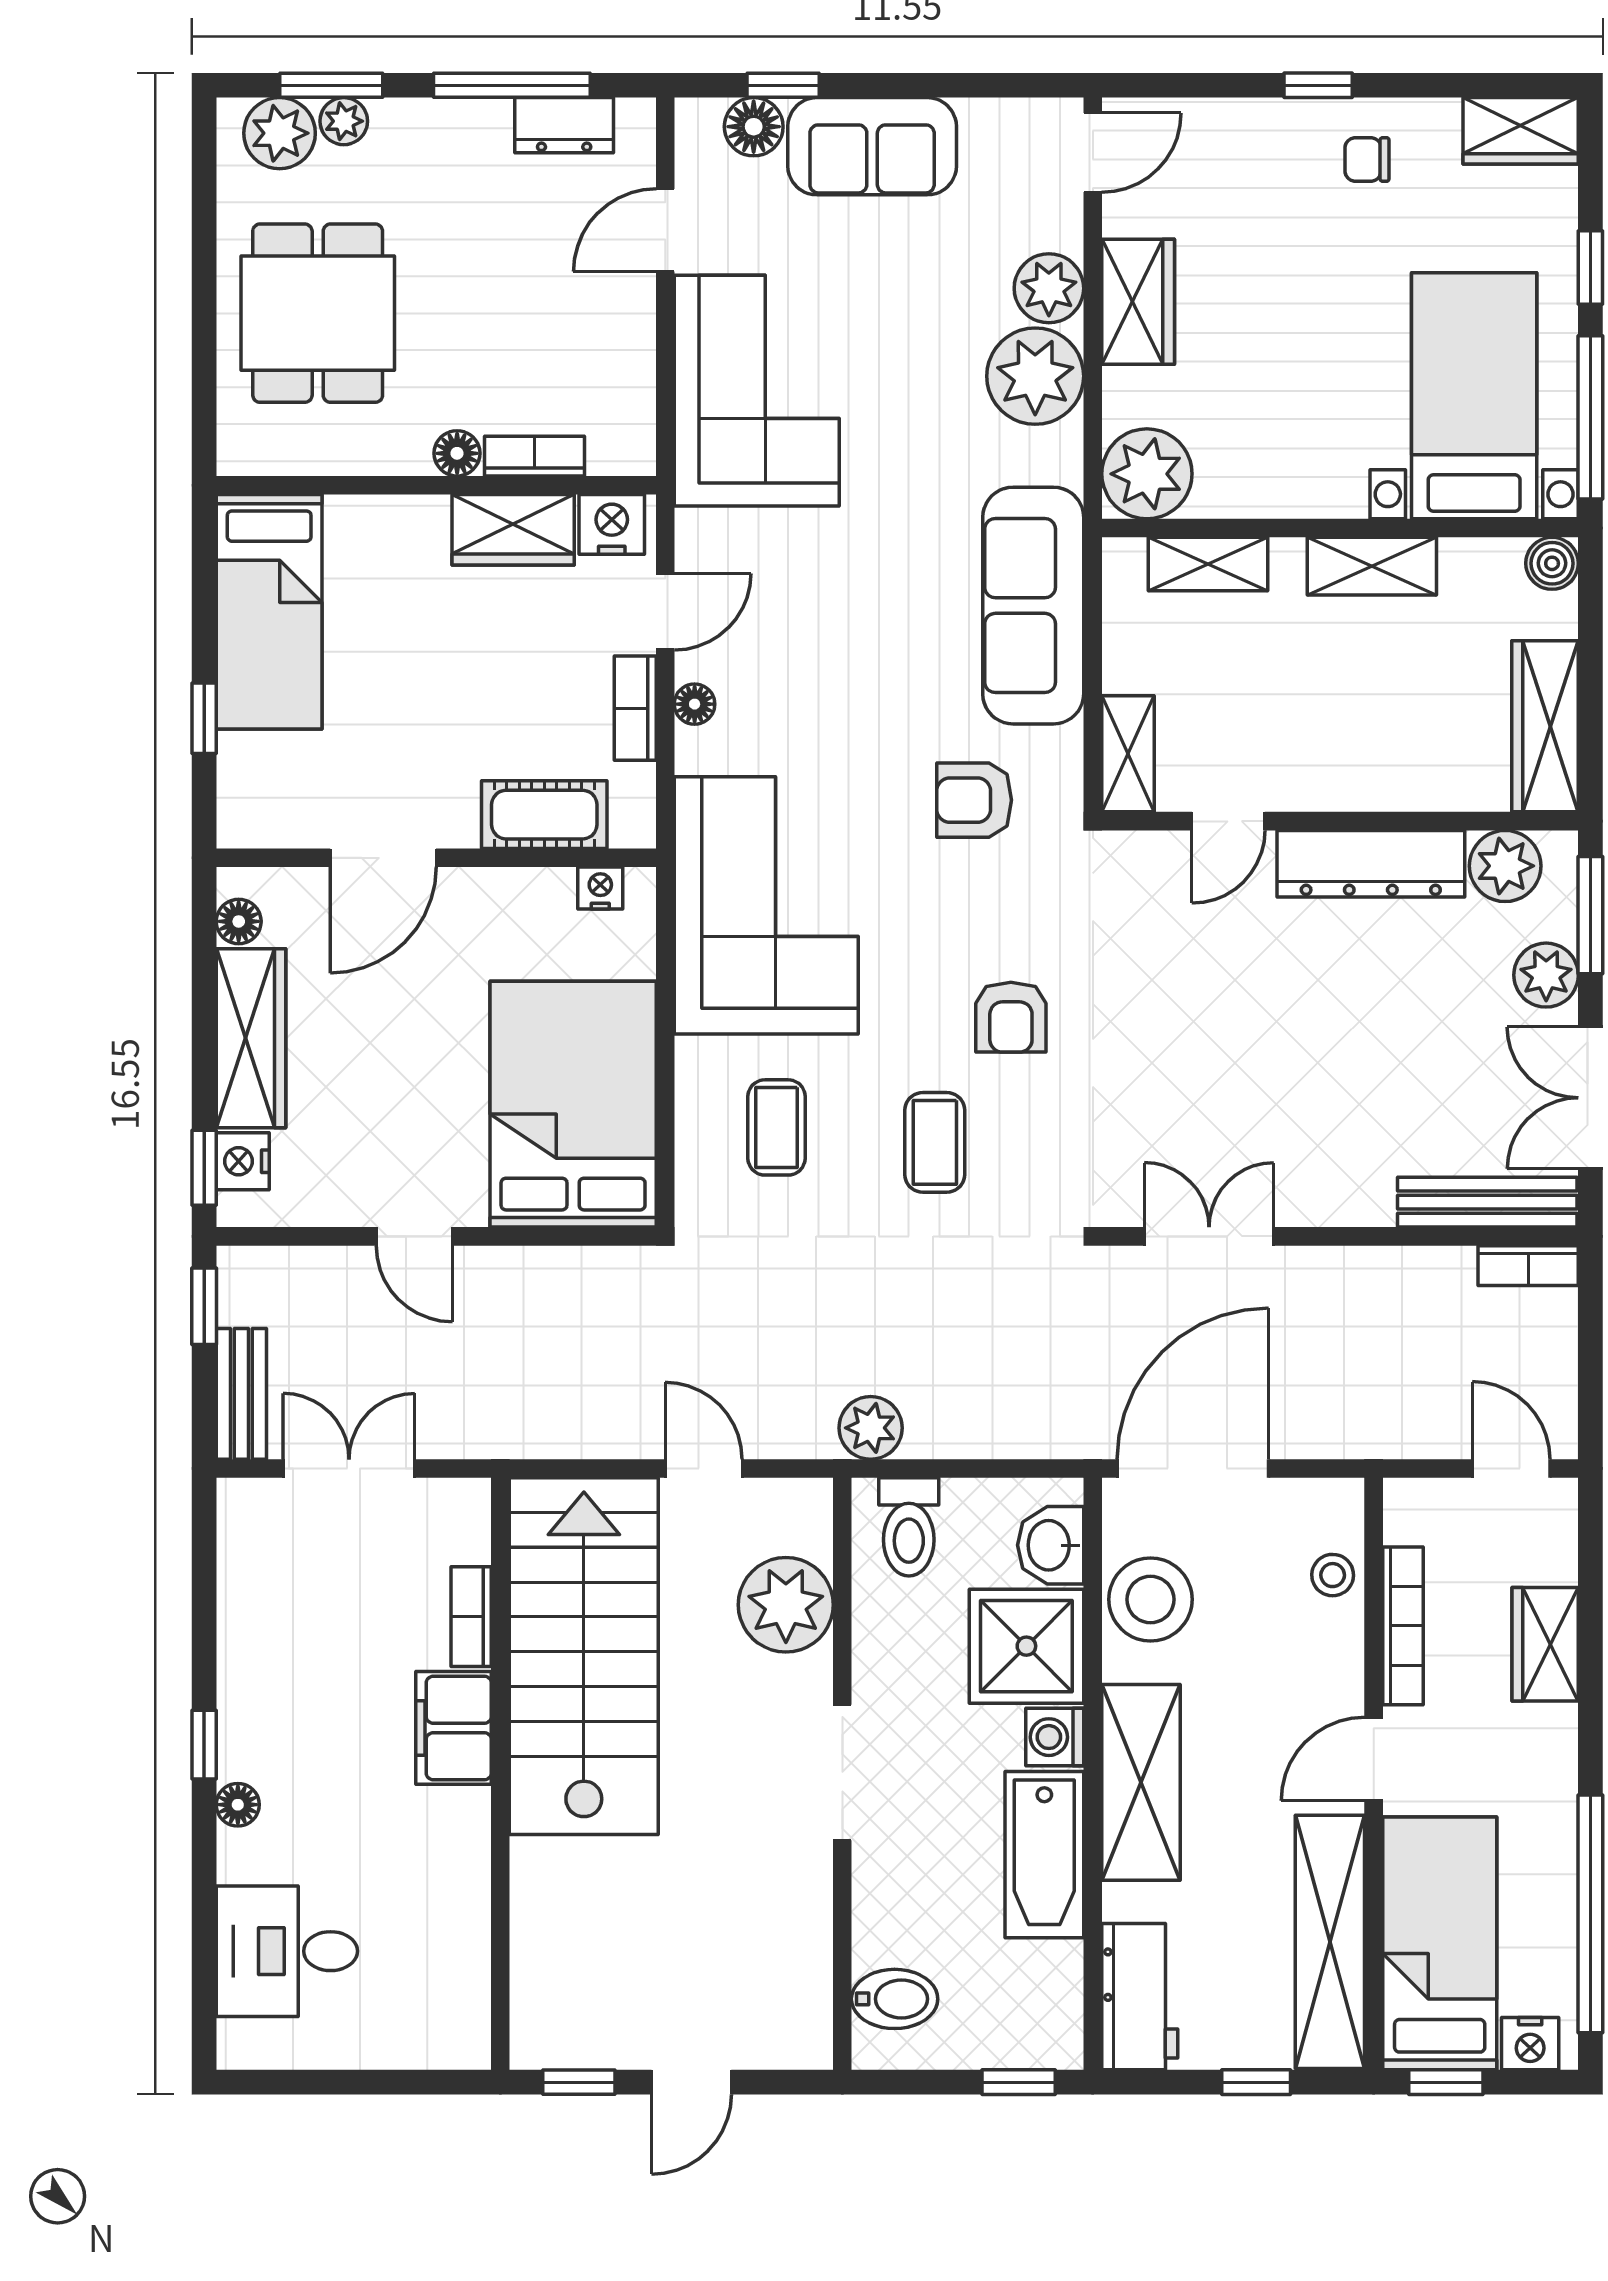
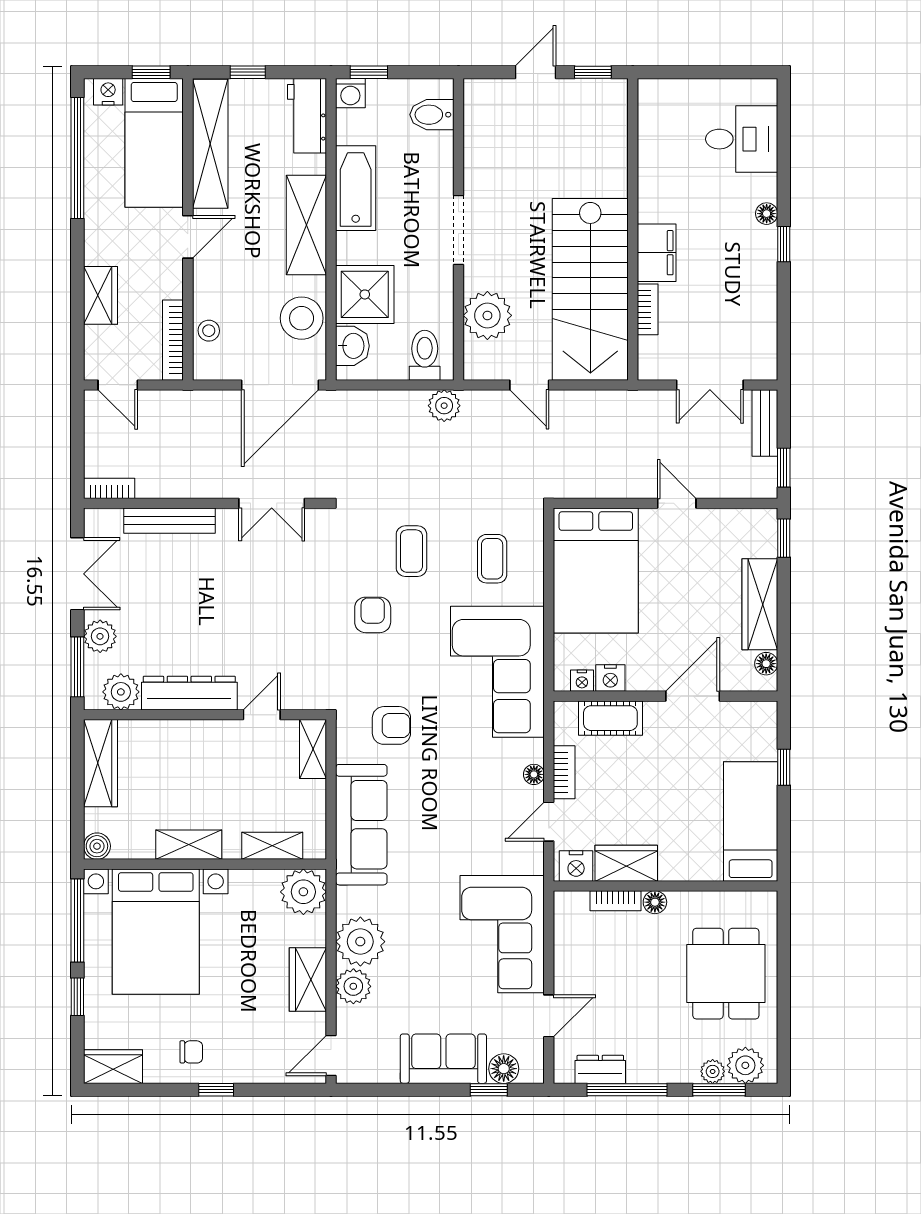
bed with nightstands: (1474, 396) -> (156, 932), width x1.36
nightstand: (243, 1161) -> (610, 678), moved, turned 90
bench: (1487, 1202) -> (170, 521), moved
bookcase: (1403, 1626) -> (173, 340), moved
washing machine: (1055, 1737) -> (350, 93), moved, turned 90

